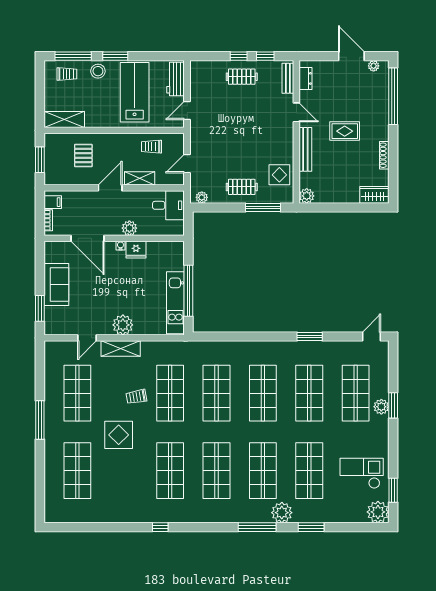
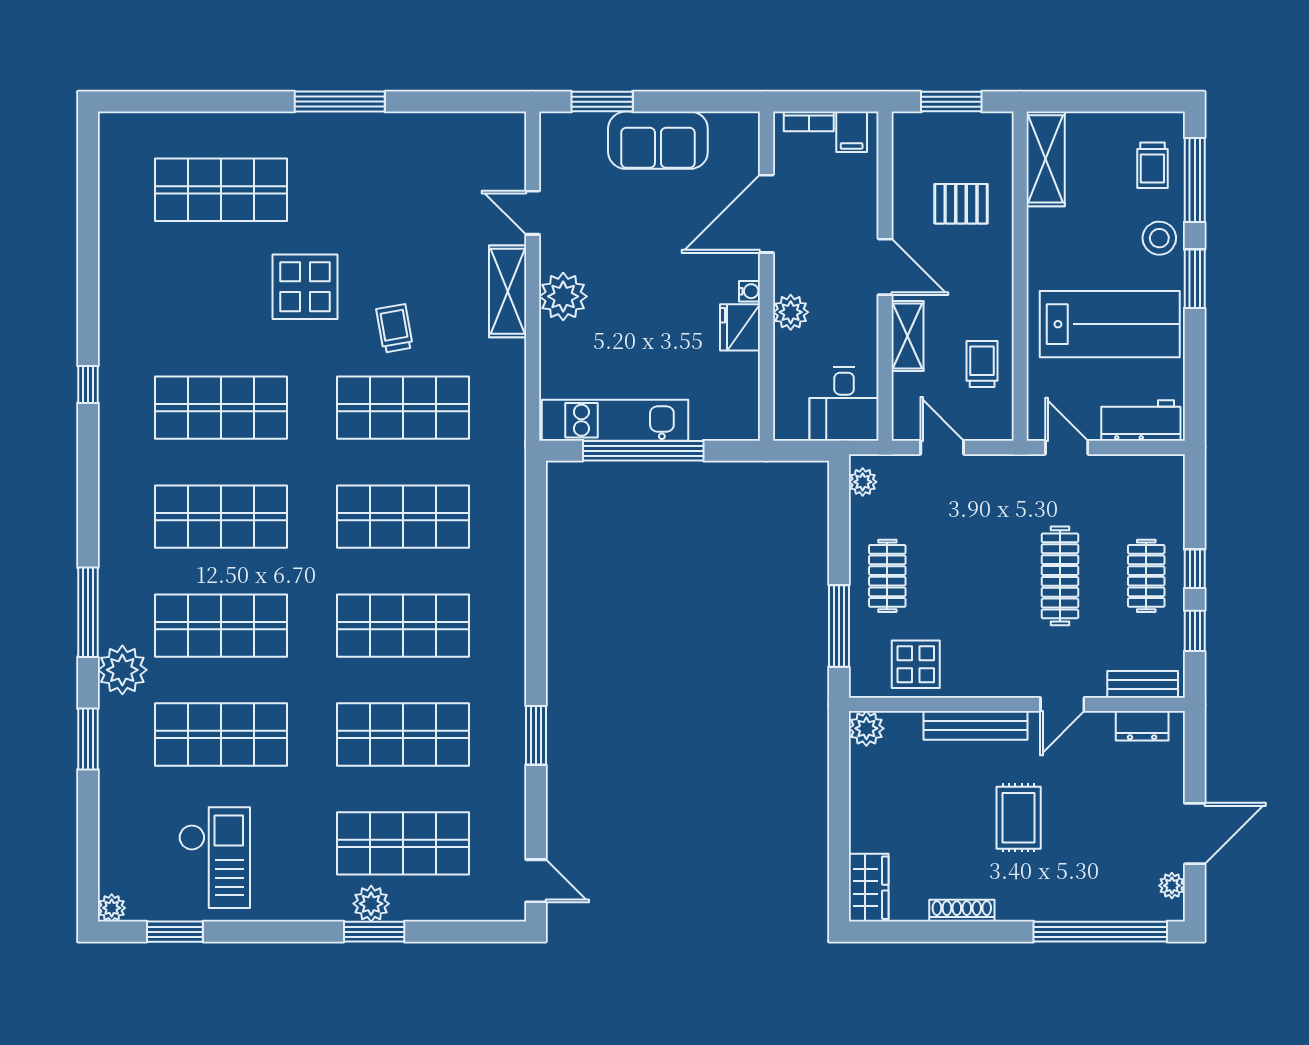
clothes rail: (242, 113) -> (1060, 576), added
shop shelf: (77, 393) -> (403, 190), removed
plant: (378, 512) -> (112, 908), width x0.53, depth x0.53

